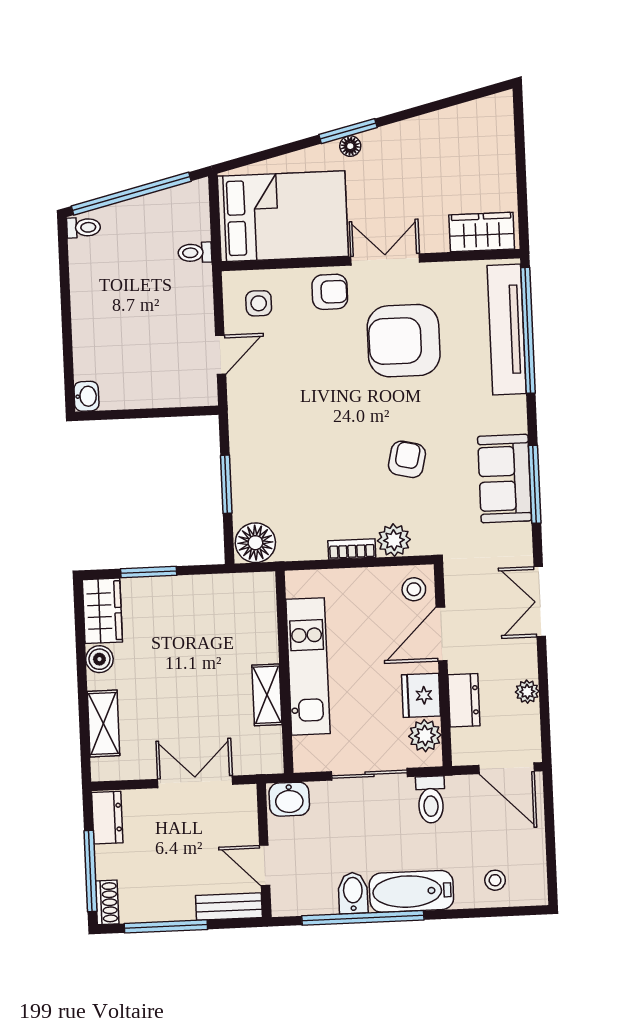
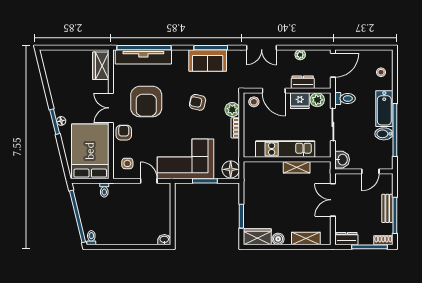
corner sofa: (275, 437) -> (185, 159), added
bench: (229, 906) -> (387, 208), moved

